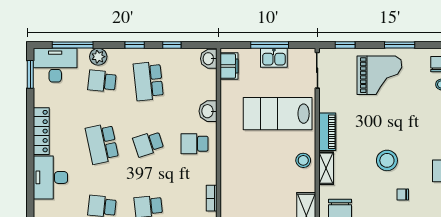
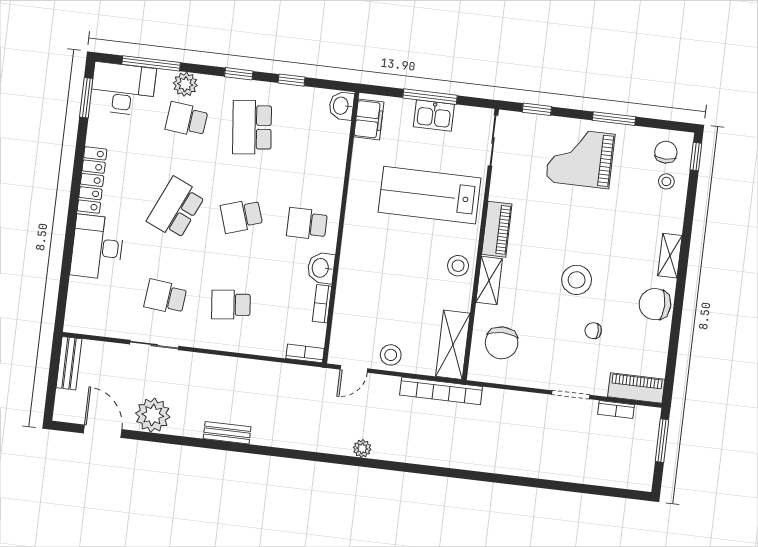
grand piano: (379, 75) -> (580, 158), turned 180
washbasin: (208, 111) -> (321, 268), moved
school desk: (102, 144) -> (176, 208), turned 36

